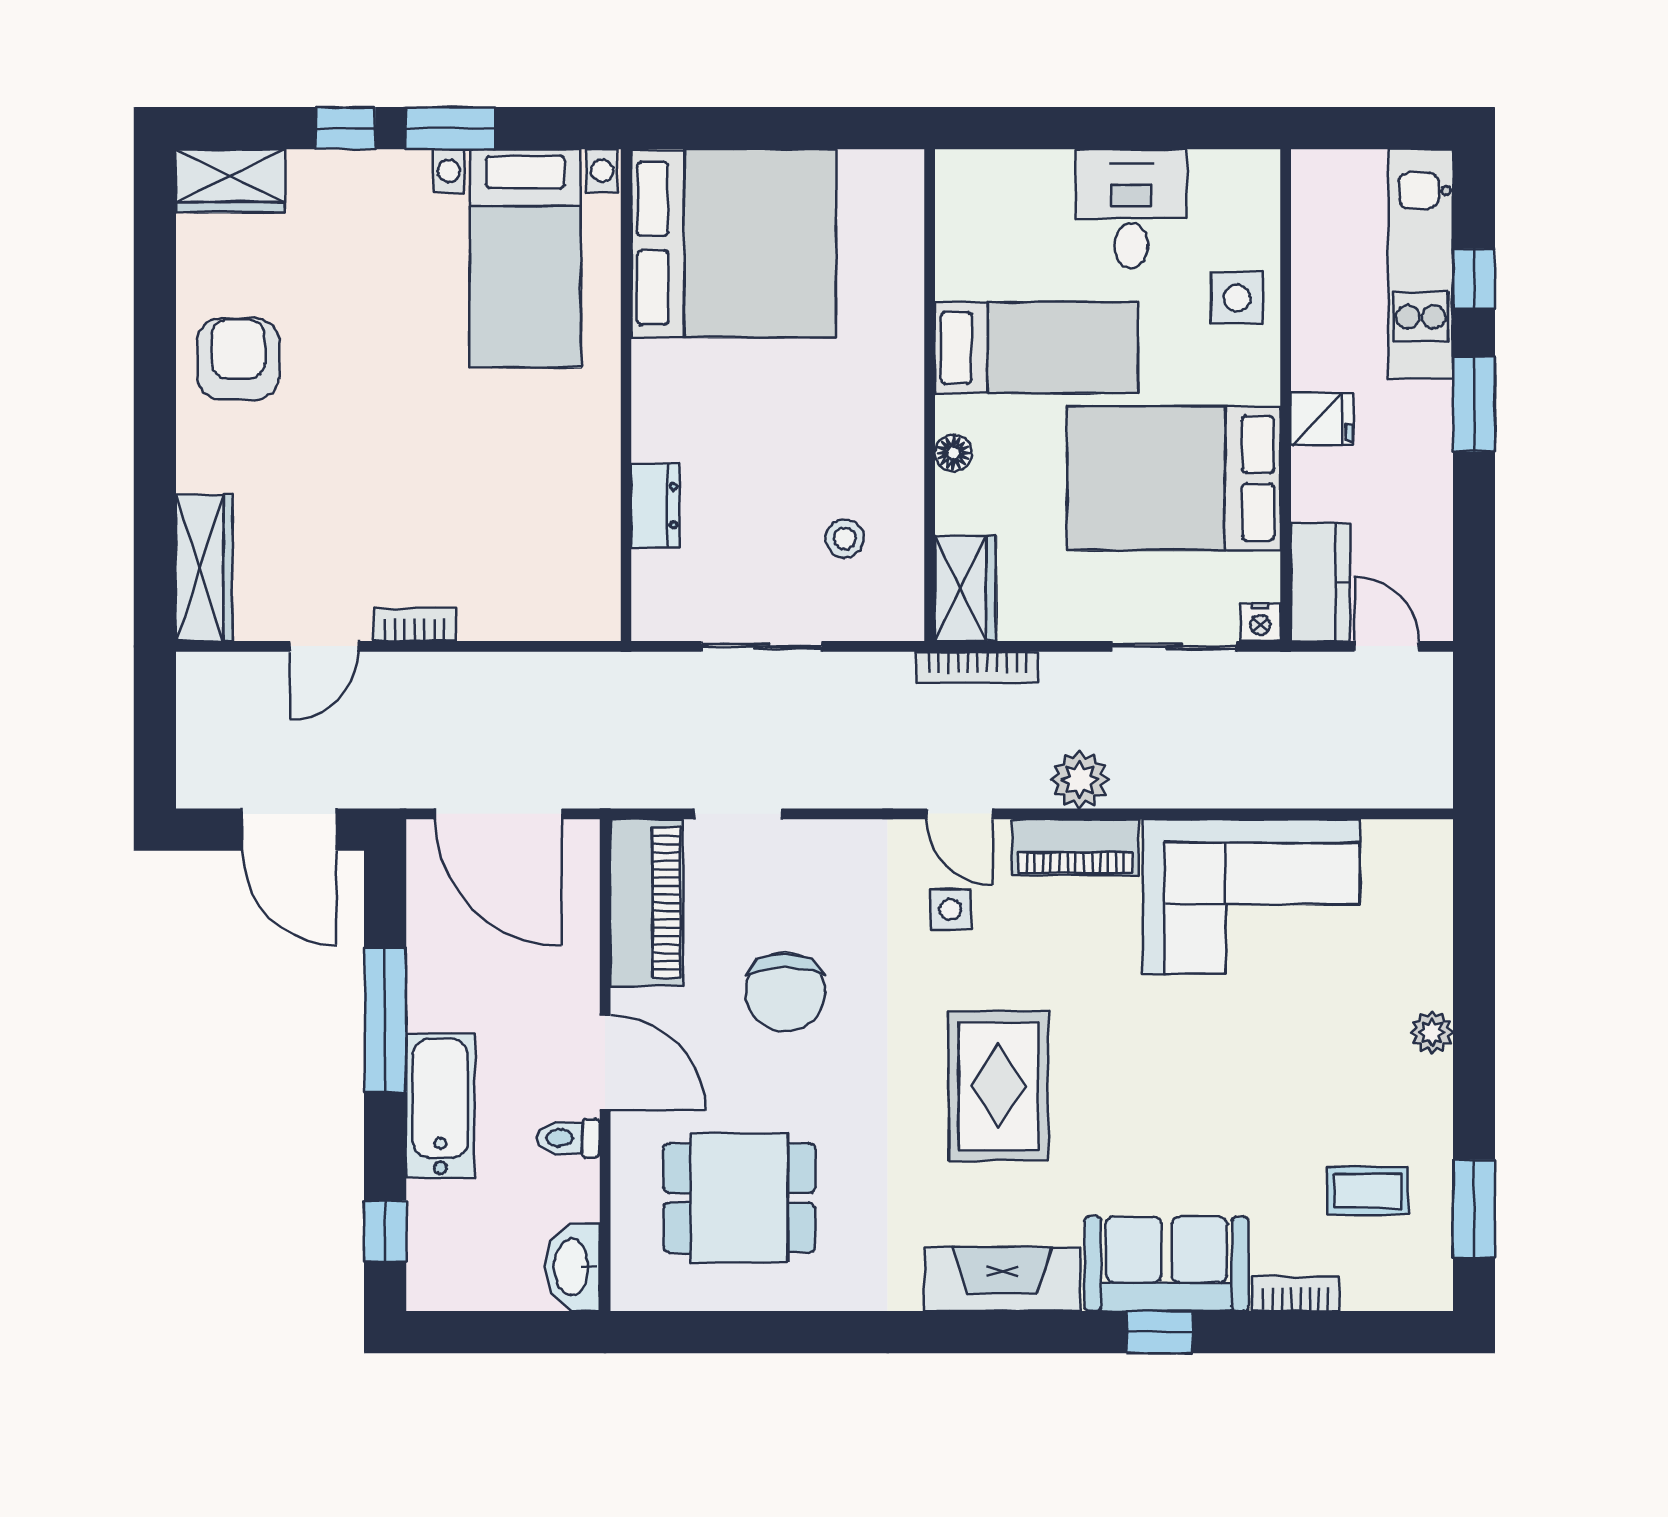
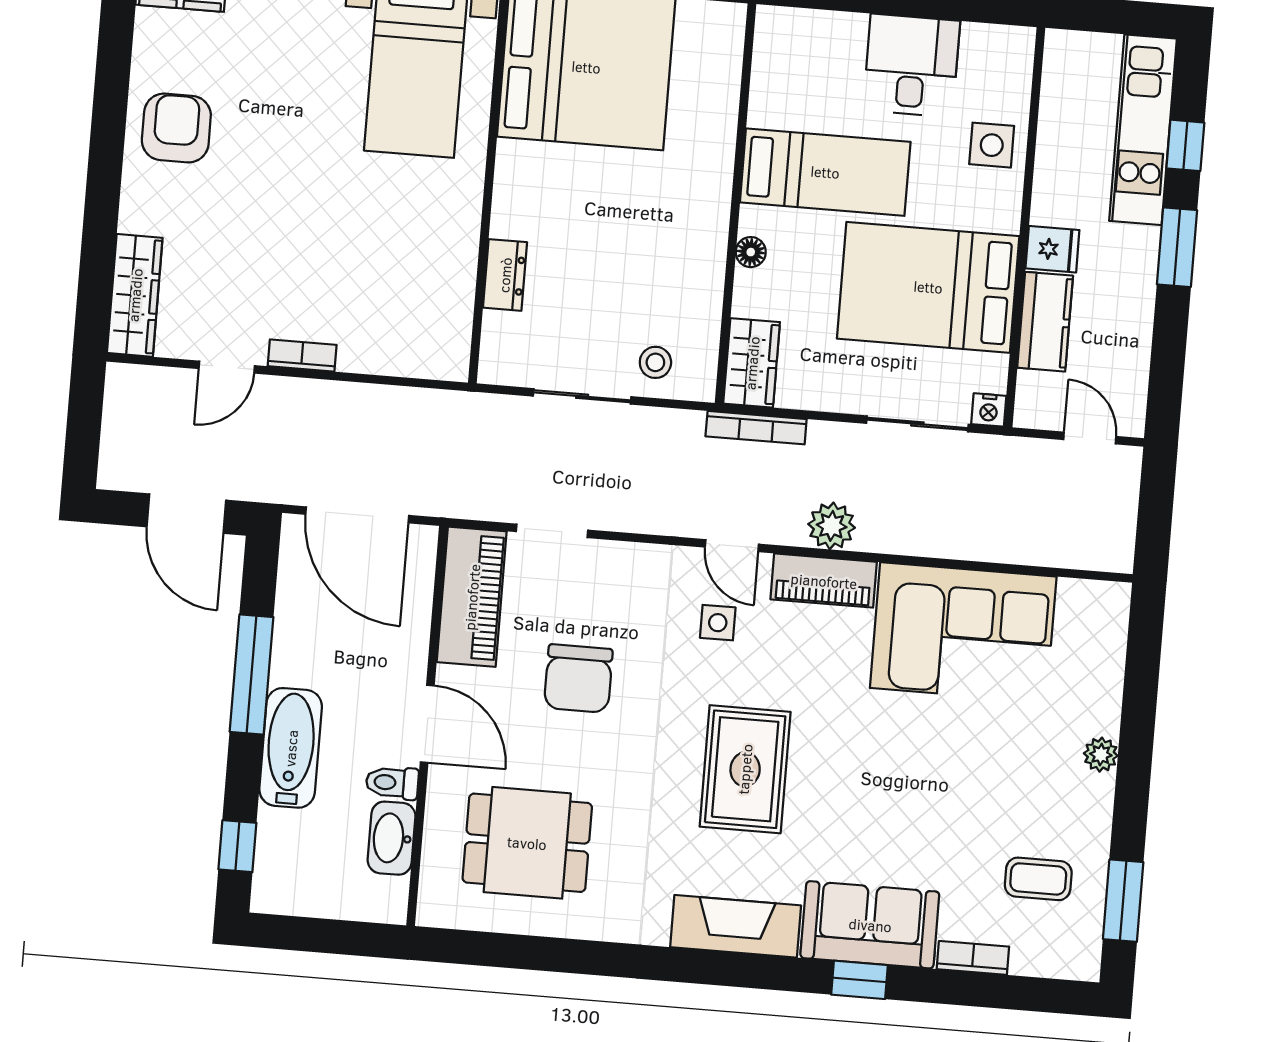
stool: (845, 538) -> (655, 362), moved
kitchen counter: (1320, 582) -> (1045, 322), moved
washbasin: (573, 1267) -> (392, 838), moved

